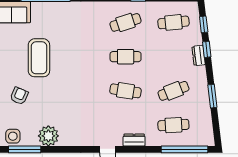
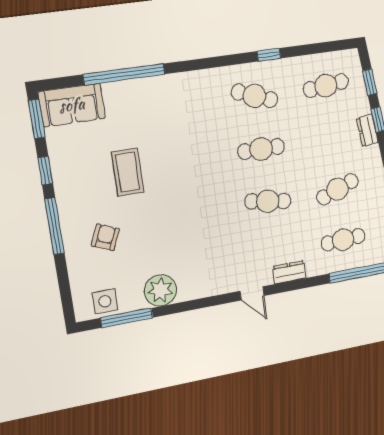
cafe table: (126, 22) -> (254, 96), turned 39
coffee table: (39, 58) -> (128, 172), width x0.73, depth x0.76

